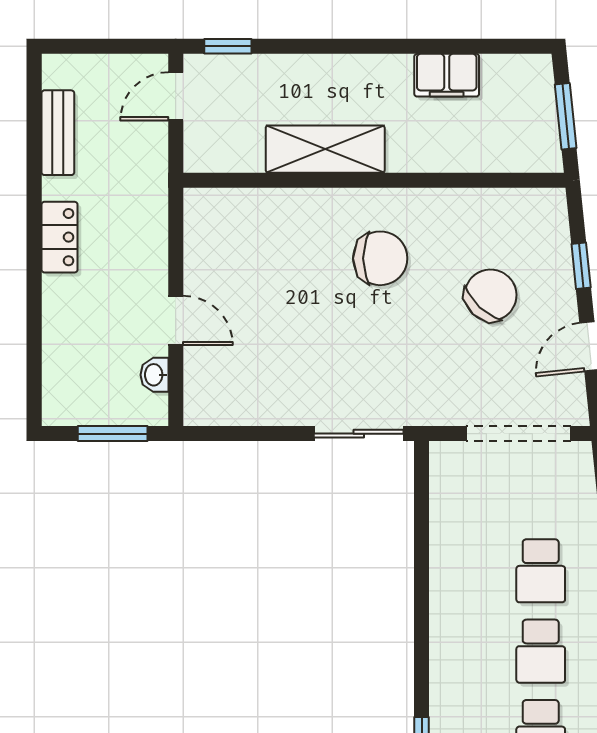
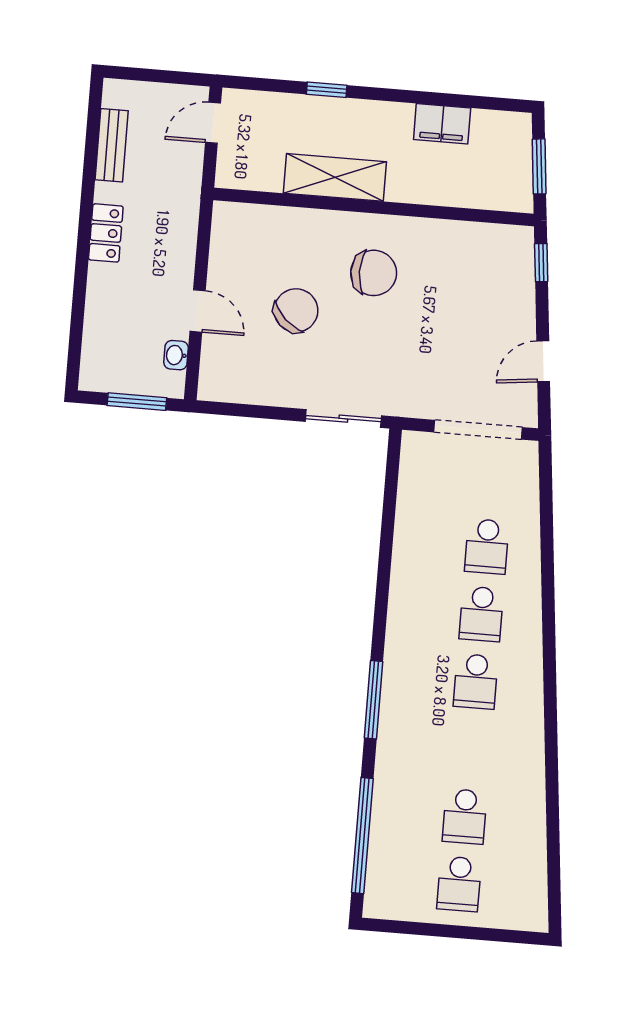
window: (228, 46) -> (327, 90), moved
window: (581, 266) -> (541, 263), moved
chair: (491, 295) -> (296, 310), moved

